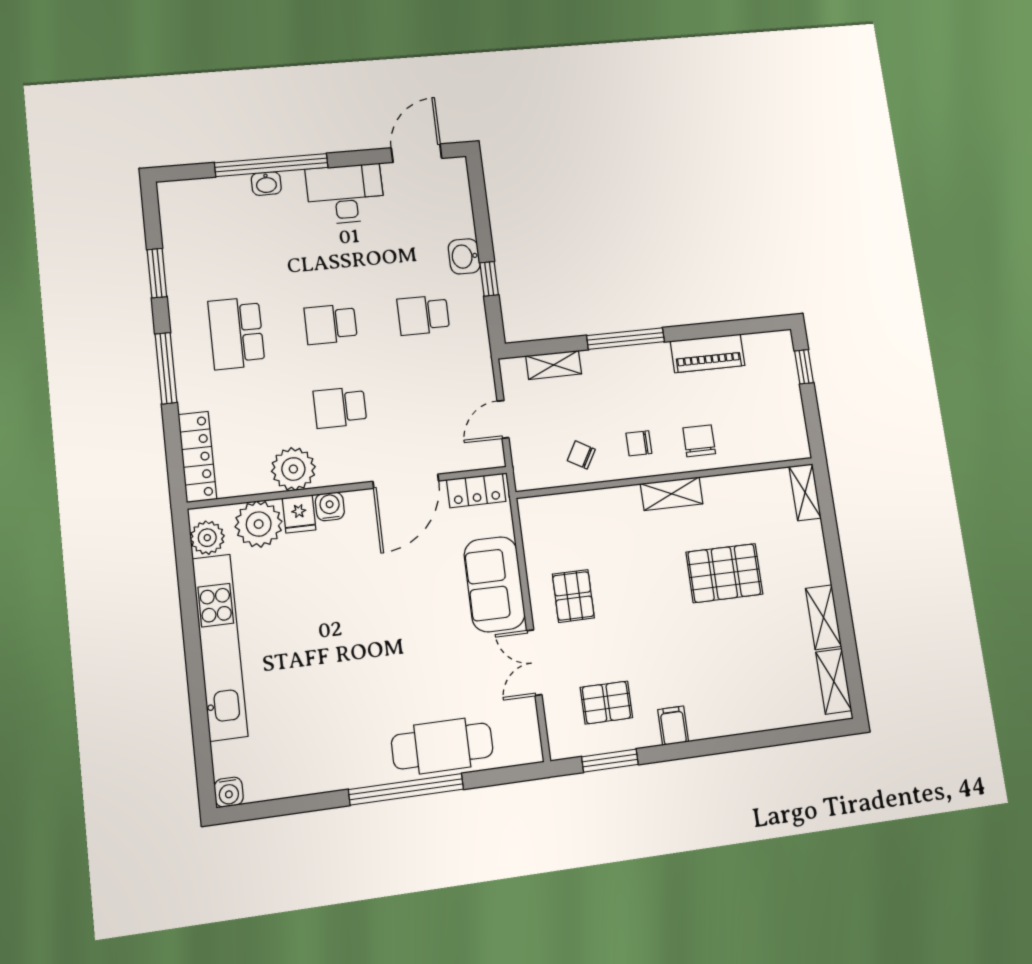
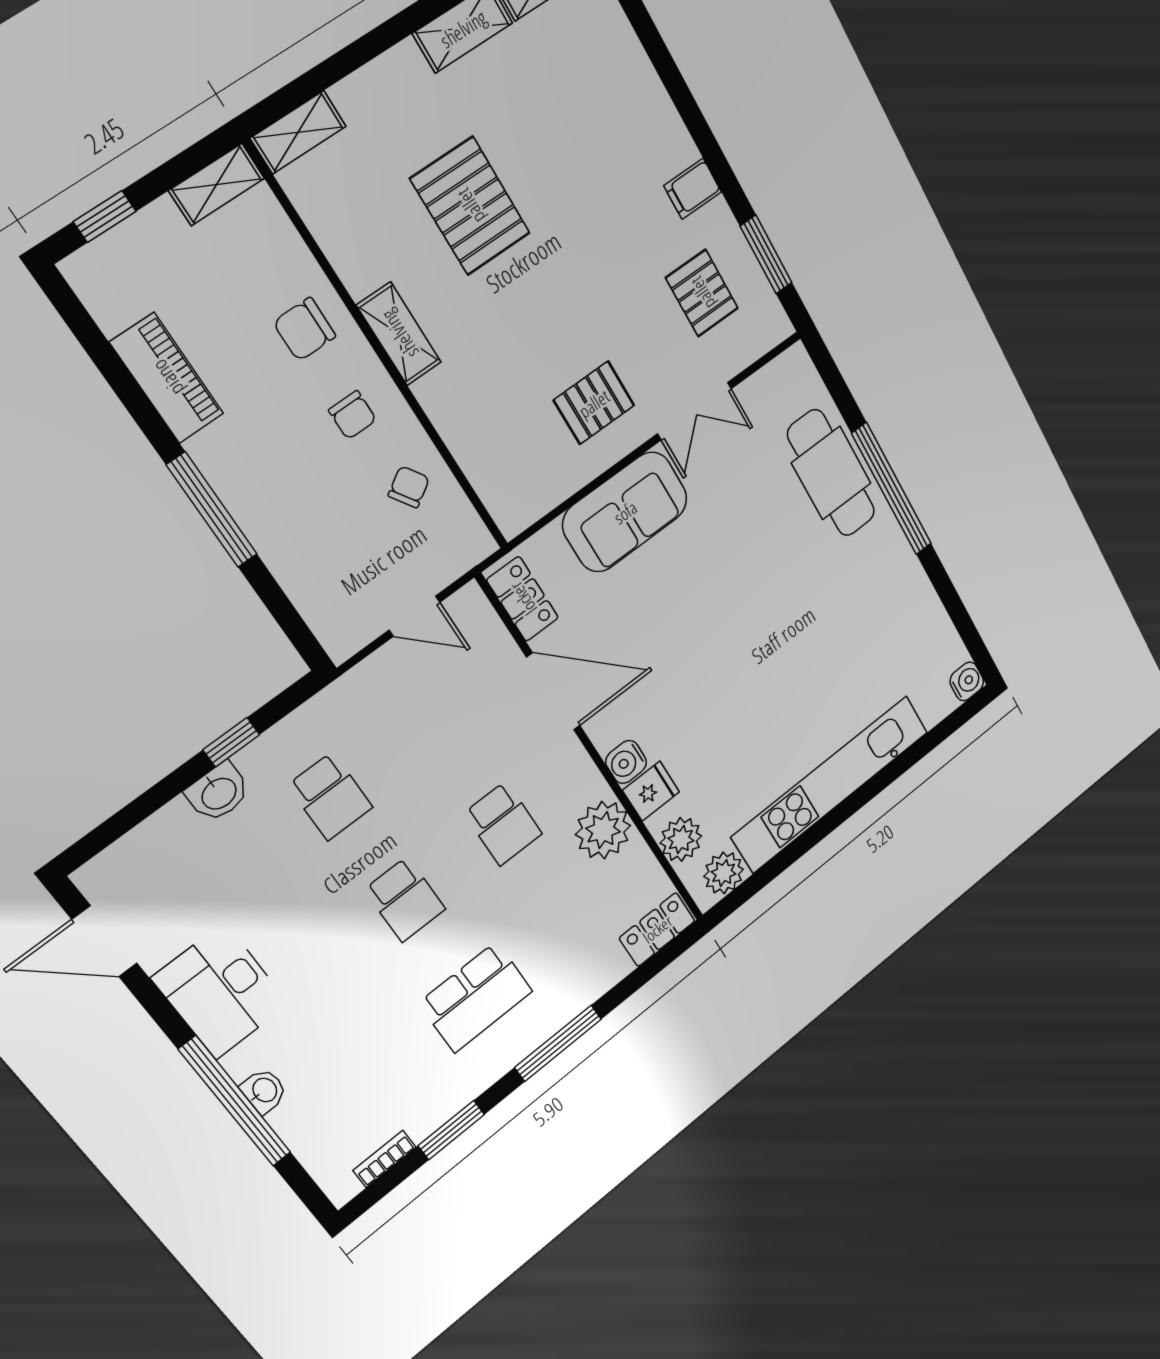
bookcase: (169, 225) -> (385, 1159), added
shelving: (554, 365) -> (217, 184), moved, turned 90
chair: (581, 455) -> (409, 487), turned -153
locker: (197, 457) -> (657, 929), width x0.66
plant: (259, 524) -> (681, 839), width x0.73, depth x0.73

